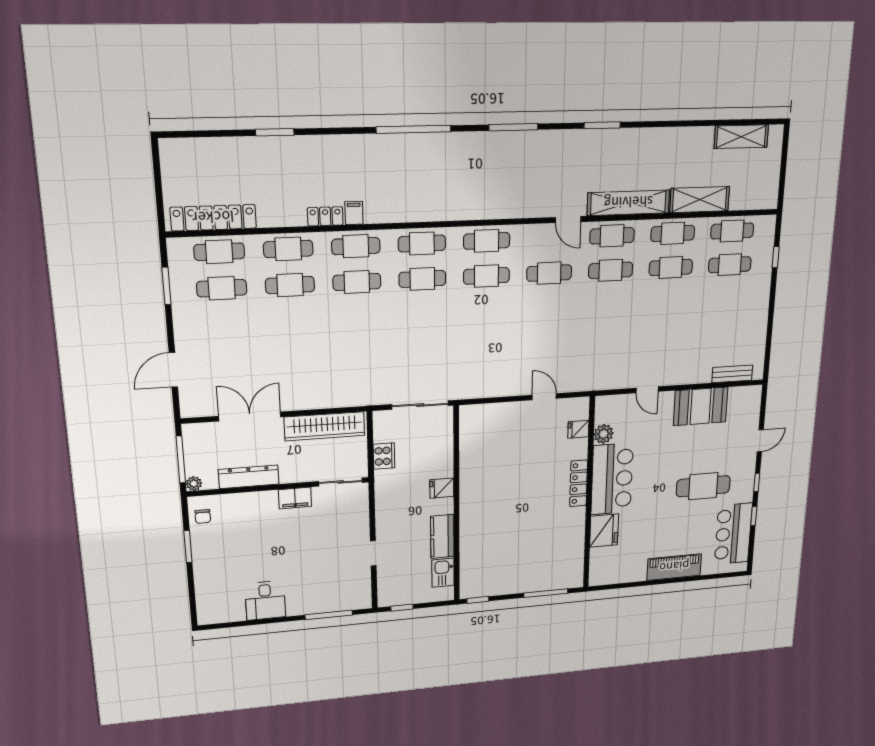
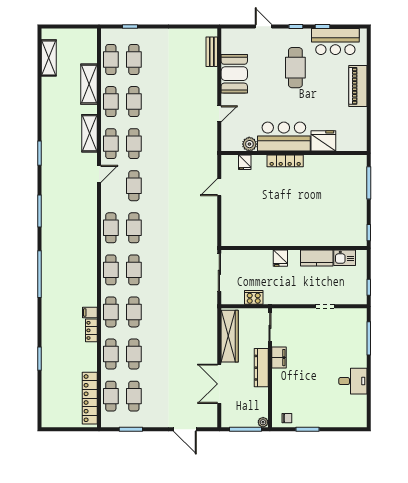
shelving: (628, 203) -> (90, 133), width x0.68
dresser: (249, 477) -> (261, 368), moved

